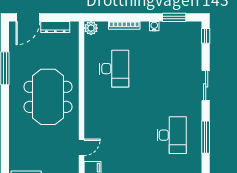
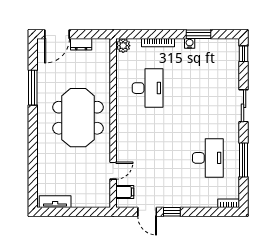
window: (174, 17) -> (199, 34), moved
dresser: (55, 27) -> (81, 44), width x0.70

